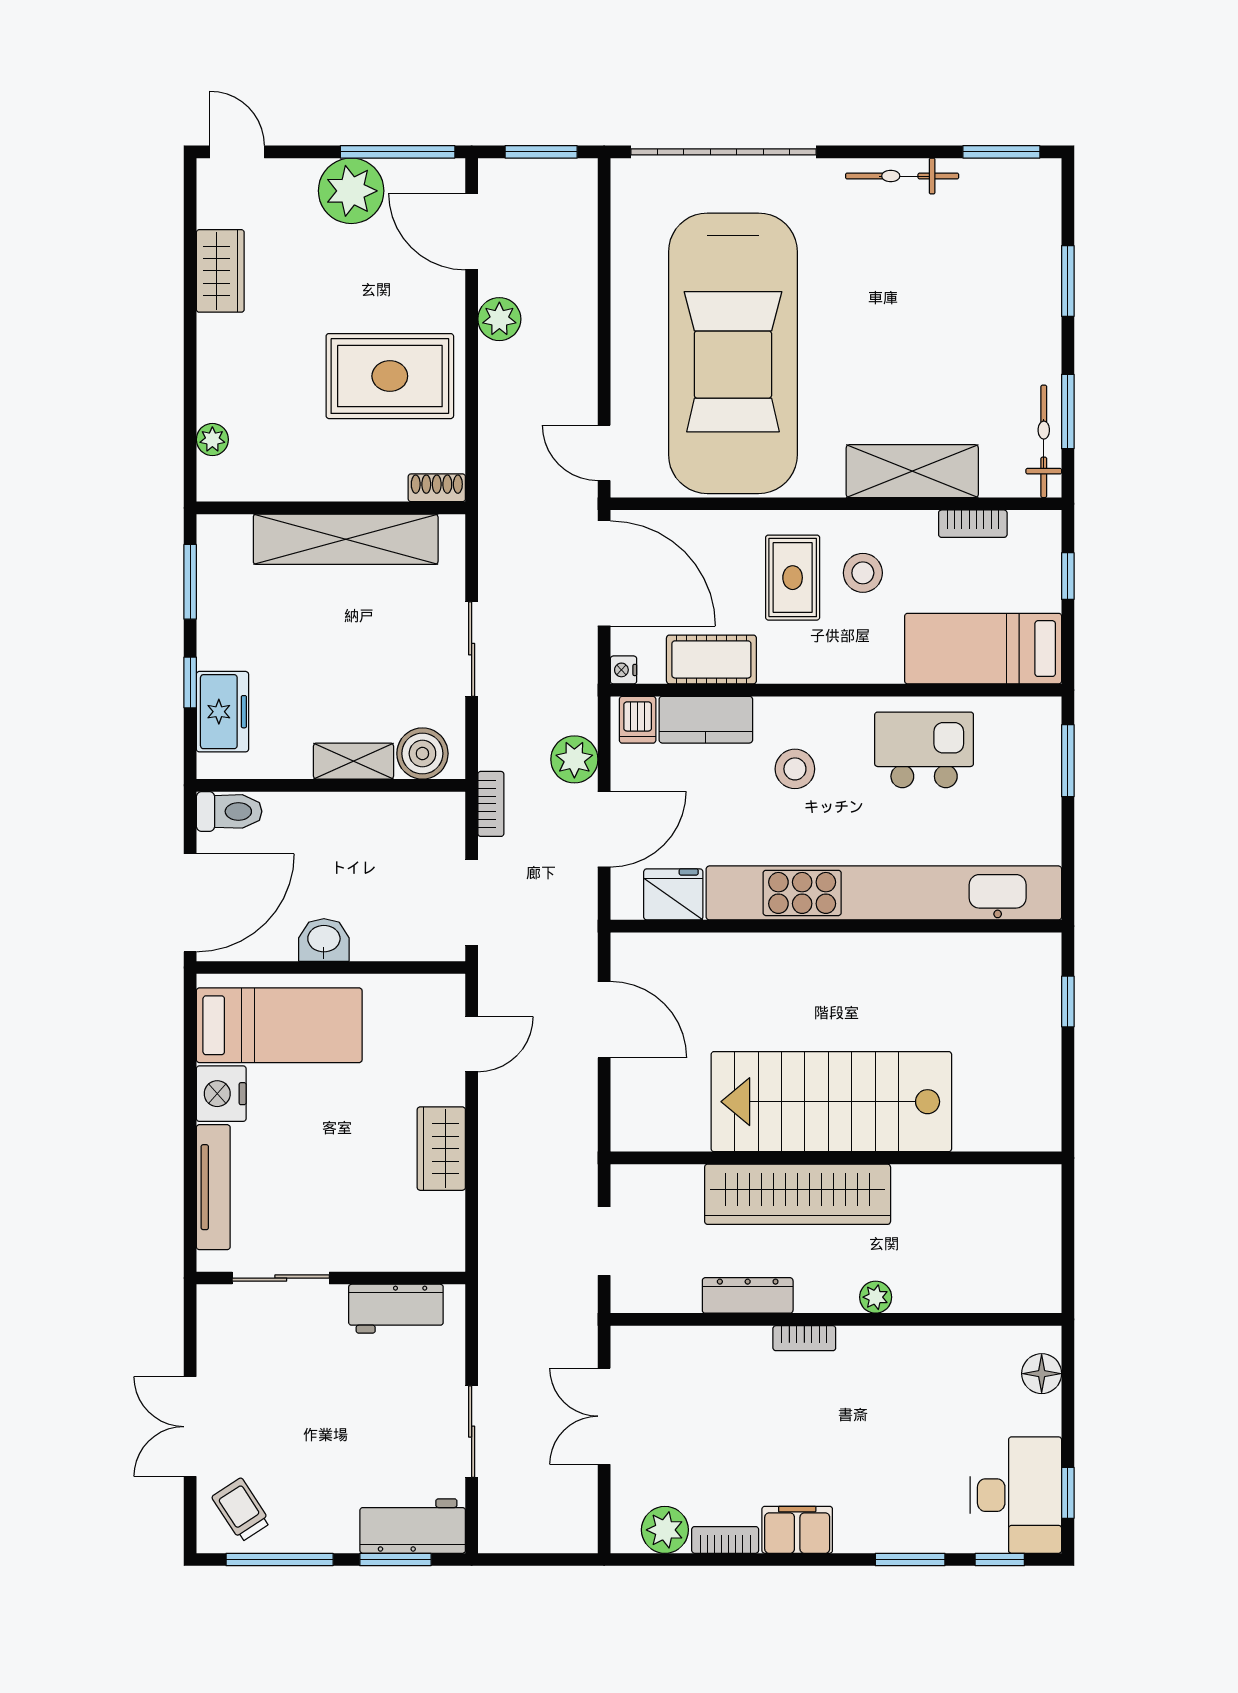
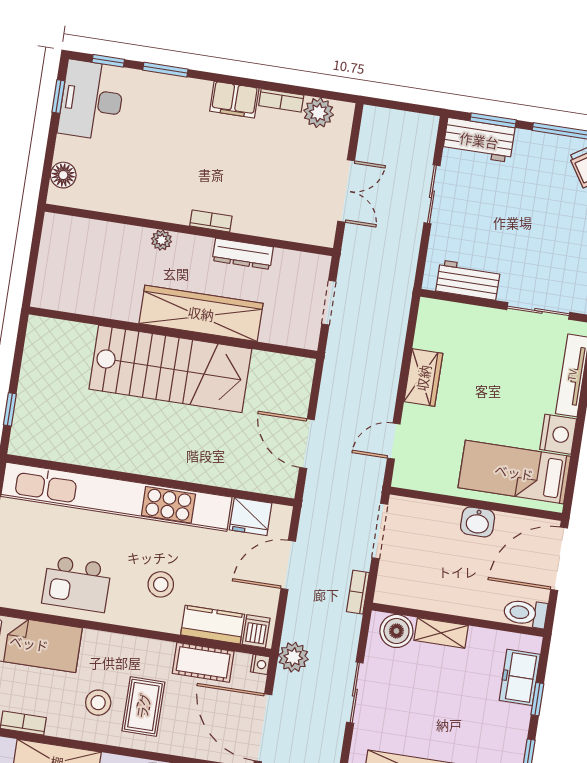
plant: (574, 759) -> (293, 657), moved

